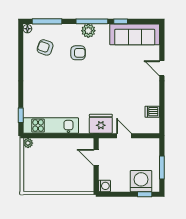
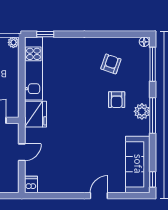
window: (121, 21) -> (153, 179), moved
armchair: (45, 47) -> (111, 64), moved
dishwasher: (152, 112) -> (31, 185), moved
fridge: (101, 124) -> (36, 114), moved

